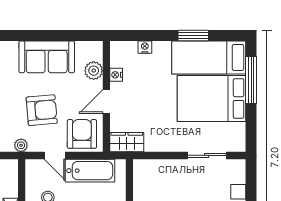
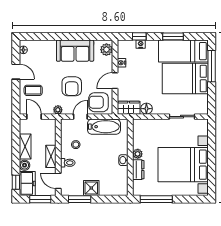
window: (143, 36) -> (139, 36), added
plant: (94, 71) -> (106, 50), moved
armchair: (42, 110) -> (72, 86), turned 95
armchair: (82, 134) -> (99, 102), turned -90
floor lamp: (154, 144) -> (146, 109), added
door: (55, 155) -> (80, 117), swing flipped

